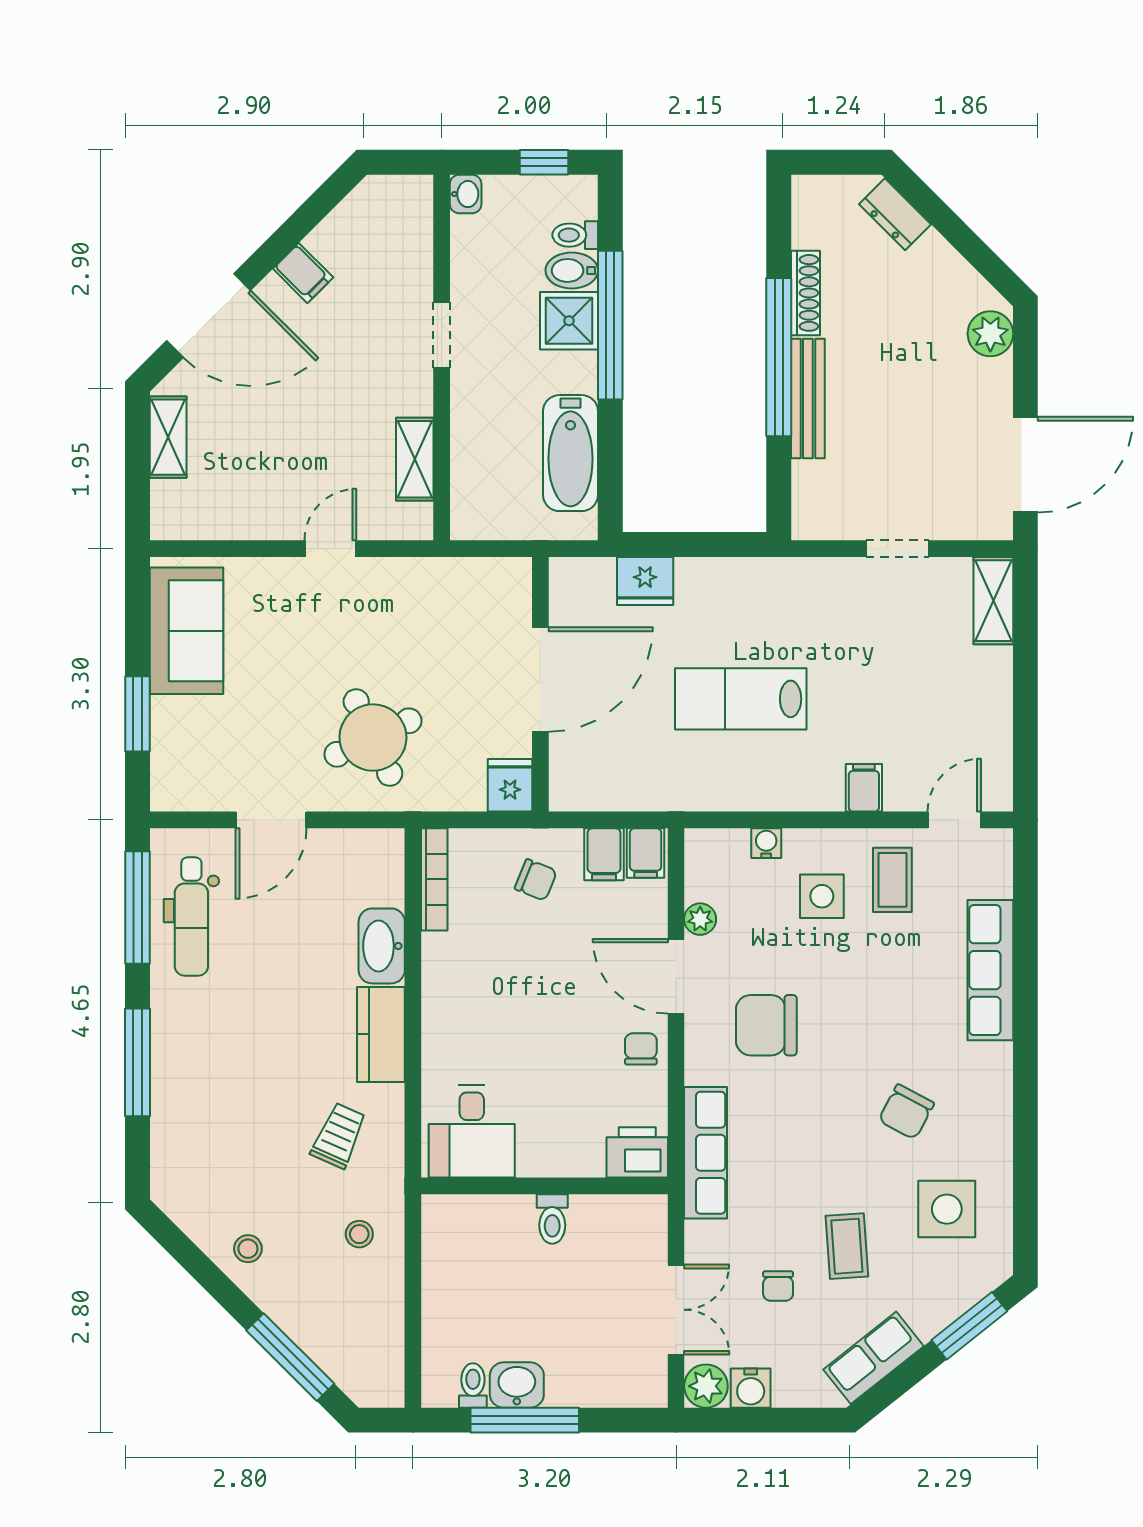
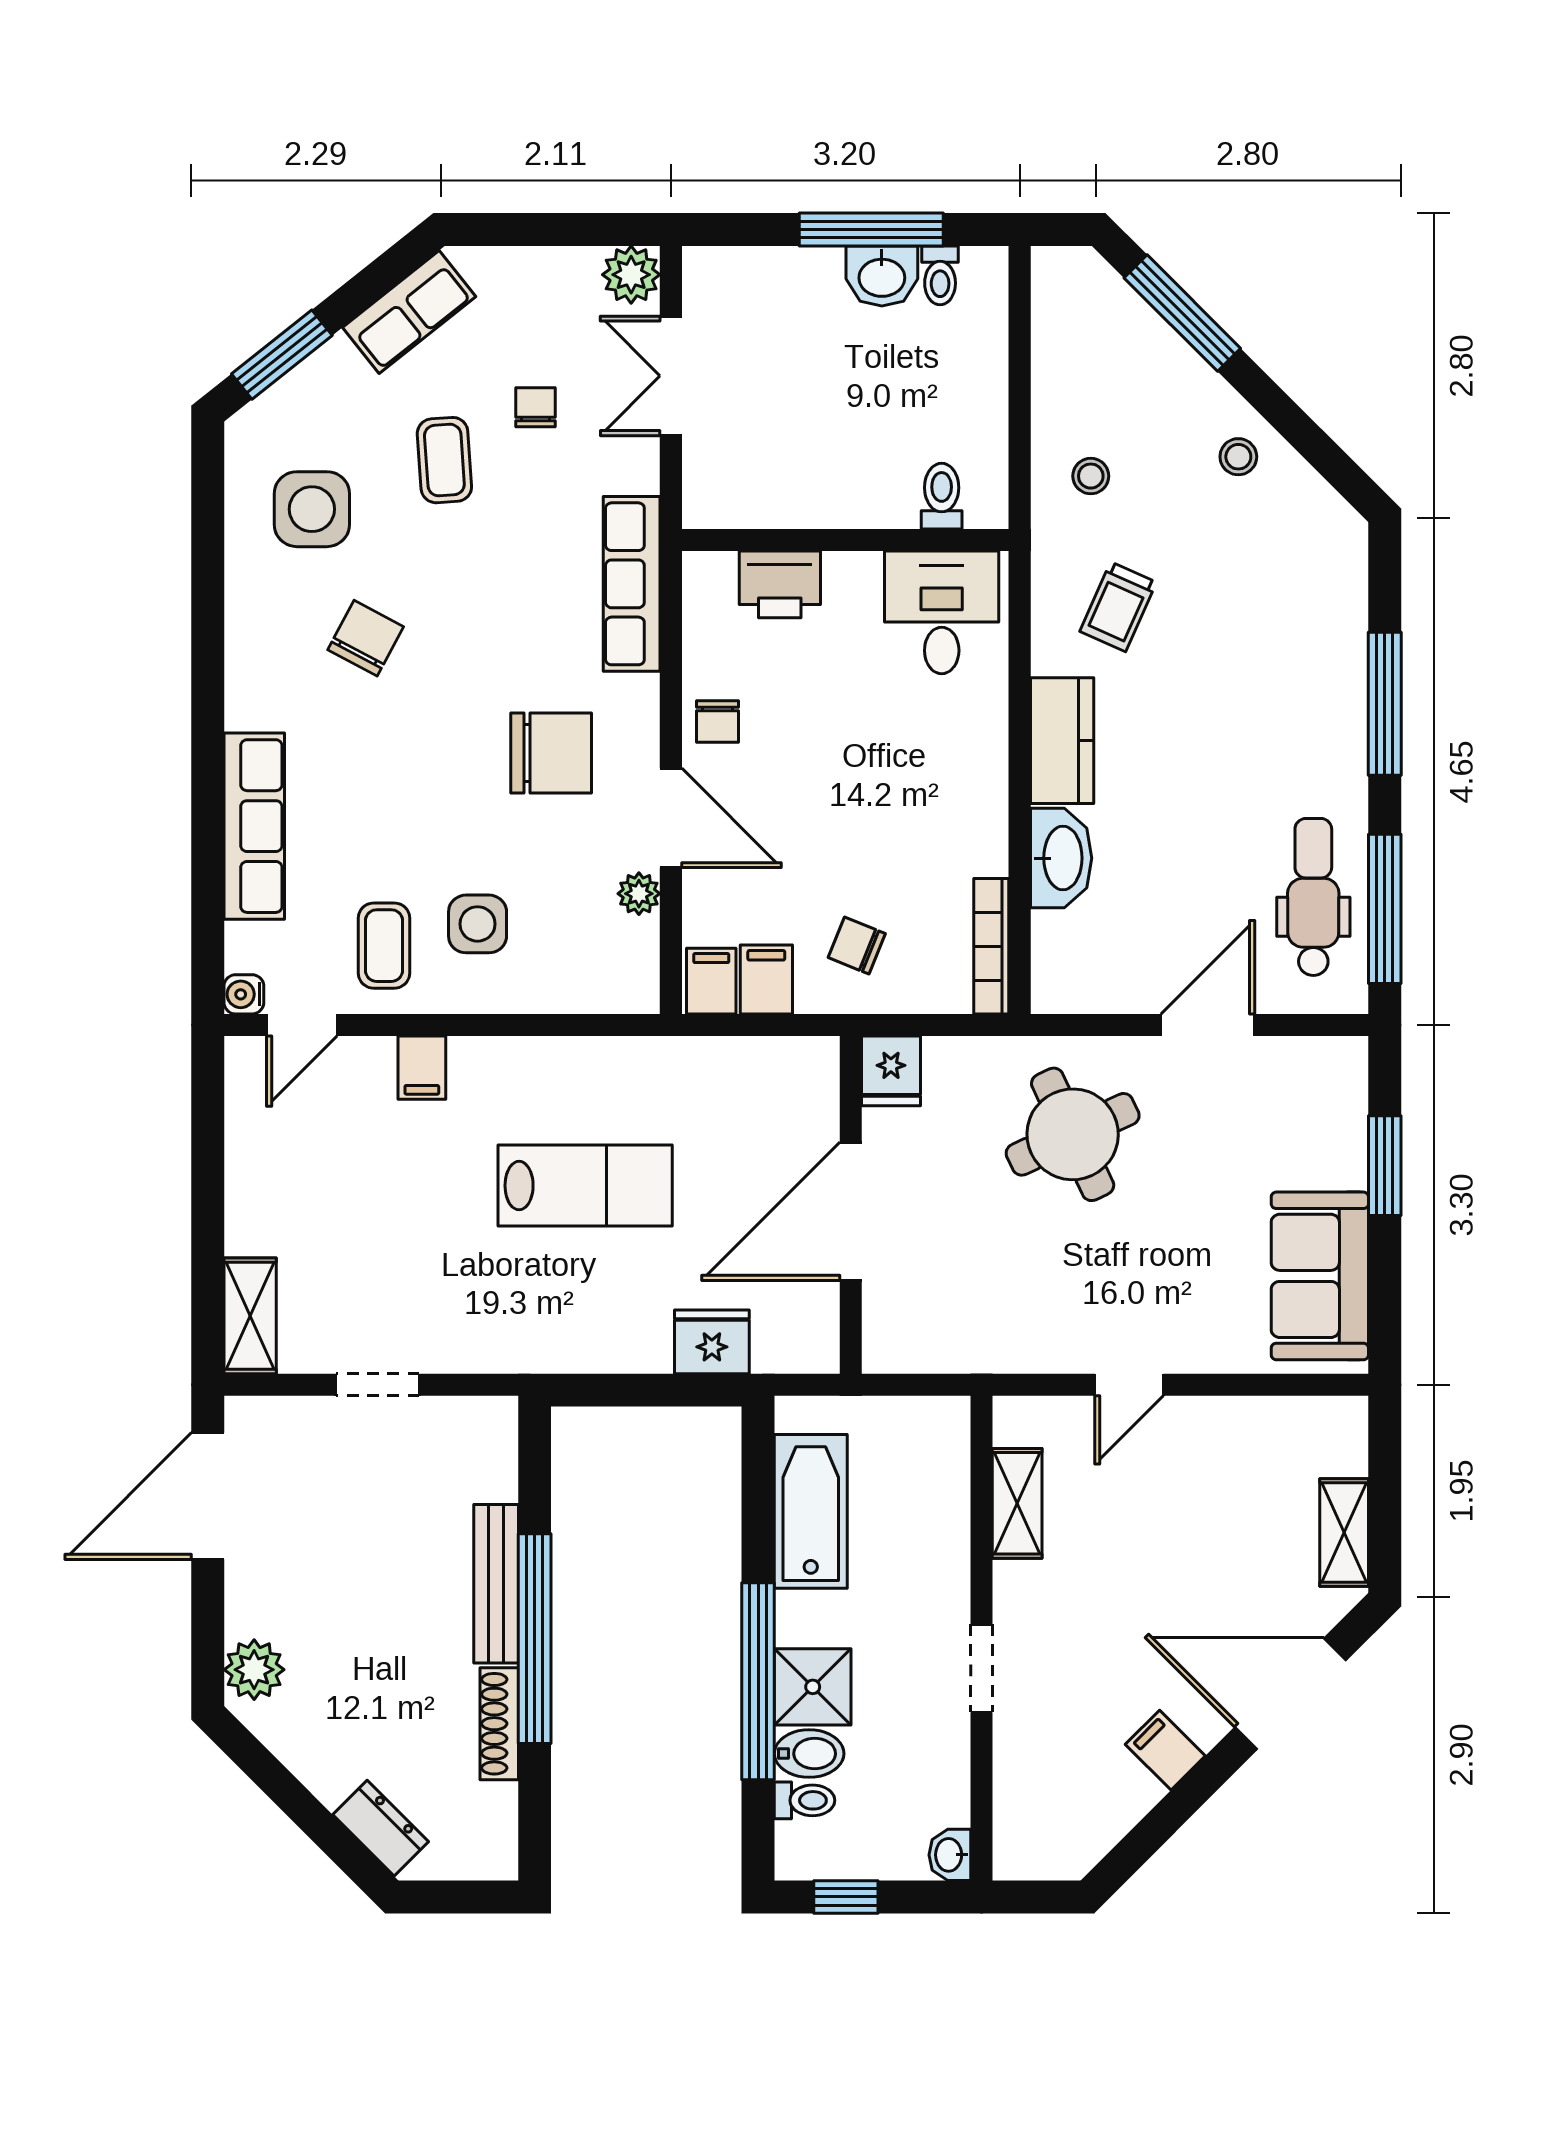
water cooler: (766, 843) -> (244, 994), moved, turned 90
printer: (637, 1152) -> (780, 584), moved
toilet: (552, 1219) -> (942, 496), moved
water cooler: (751, 1388) -> (572, 272), removed

